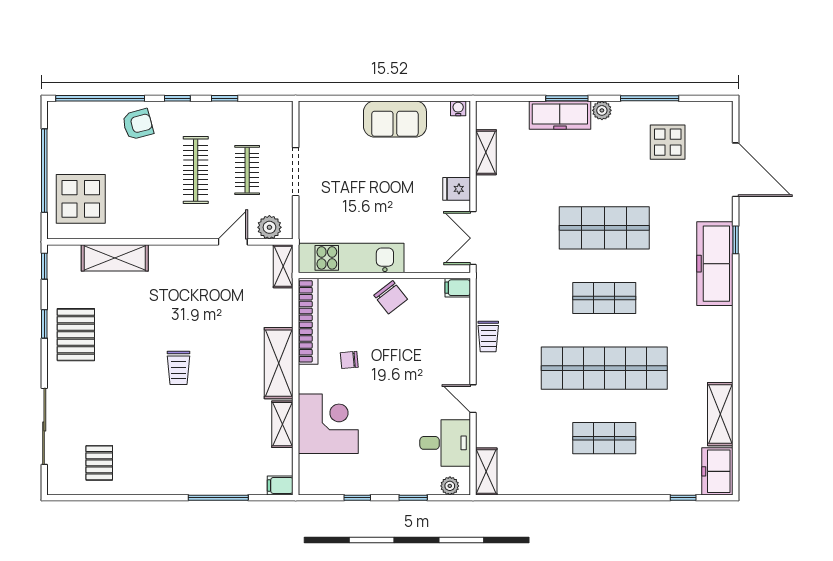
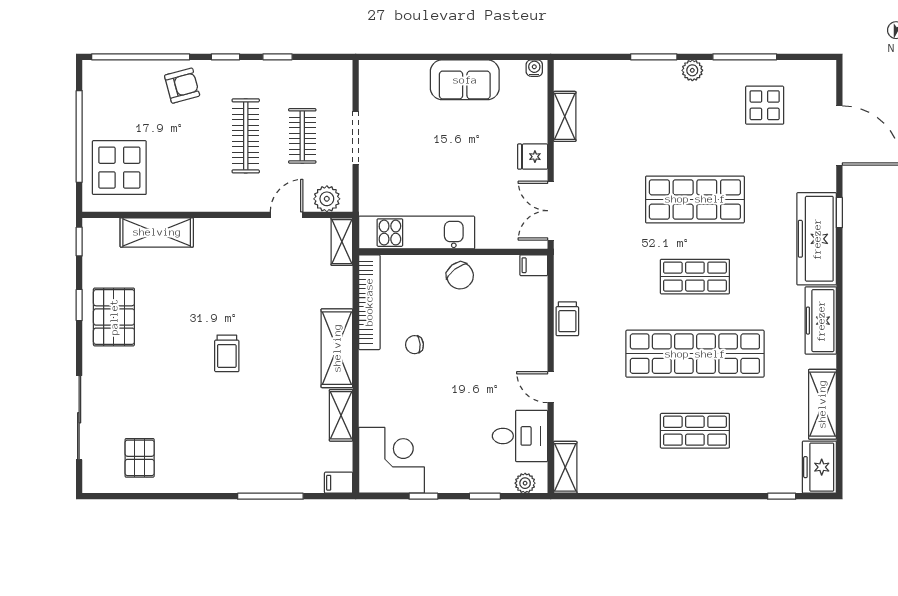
freezer: (560, 115) -> (821, 321), moved, turned 90
corner desk: (328, 424) -> (391, 460), moved

